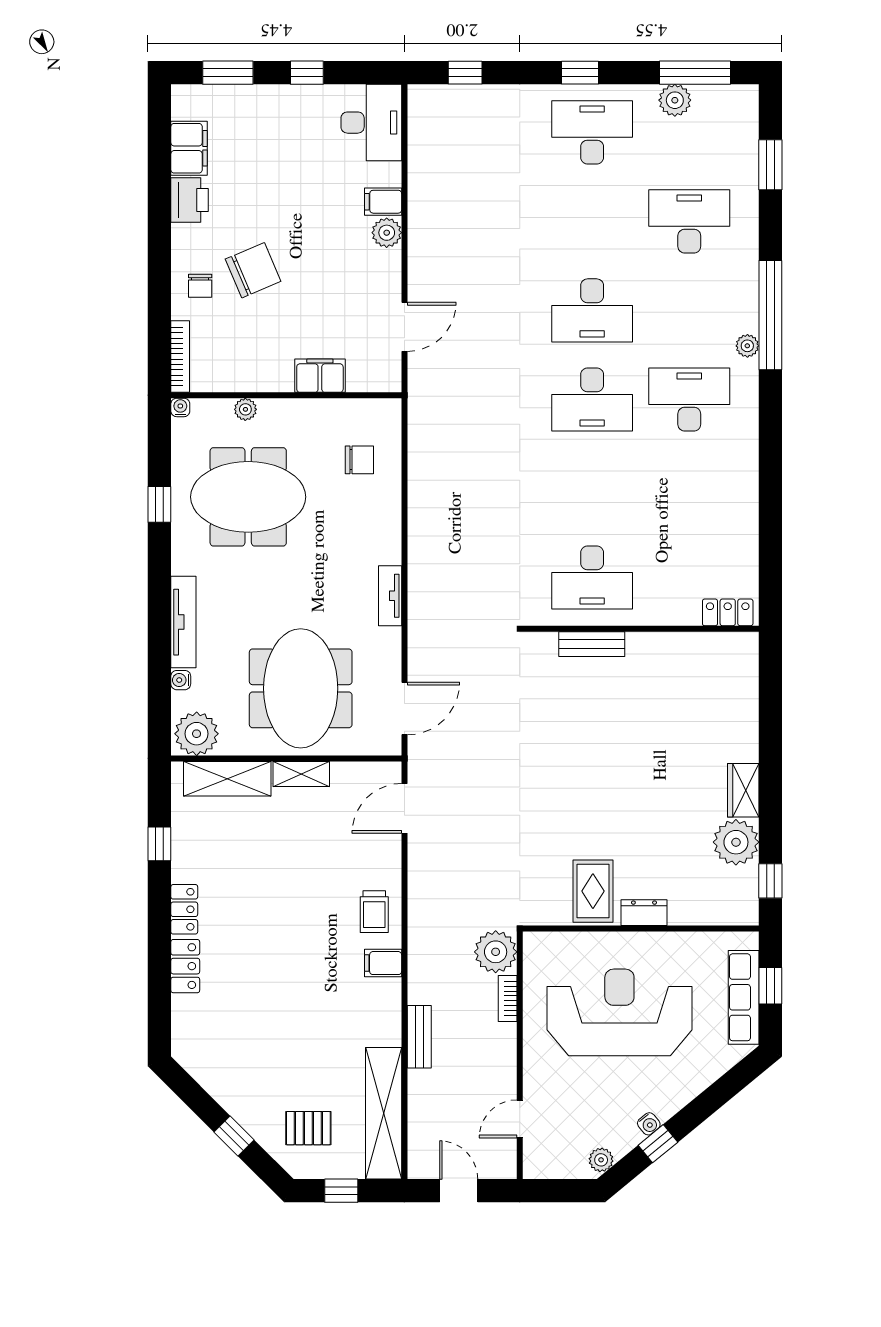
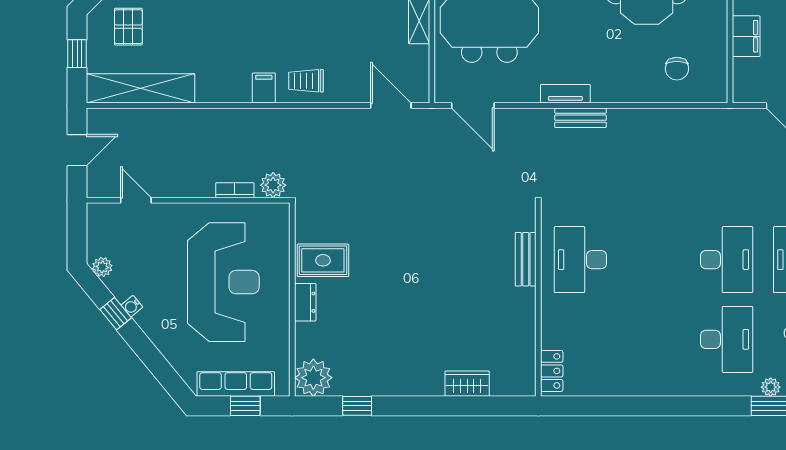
desk: (592, 399) -> (727, 260), turned 180
wardrobe: (743, 790) -> (467, 384), moved
plant: (736, 842) -> (313, 378), moved
window: (770, 881) -> (357, 406), moved
plant: (496, 952) -> (273, 185), width x0.73, depth x0.73
bench: (419, 1037) -> (580, 118), moved

